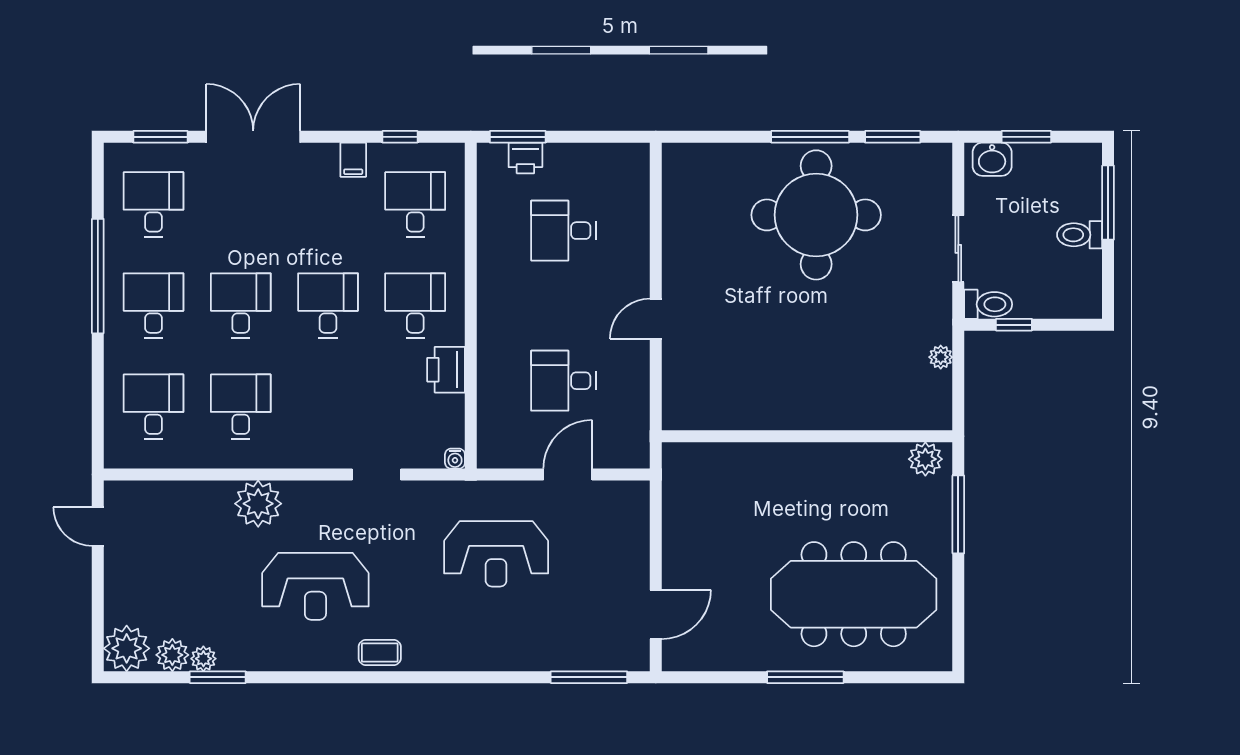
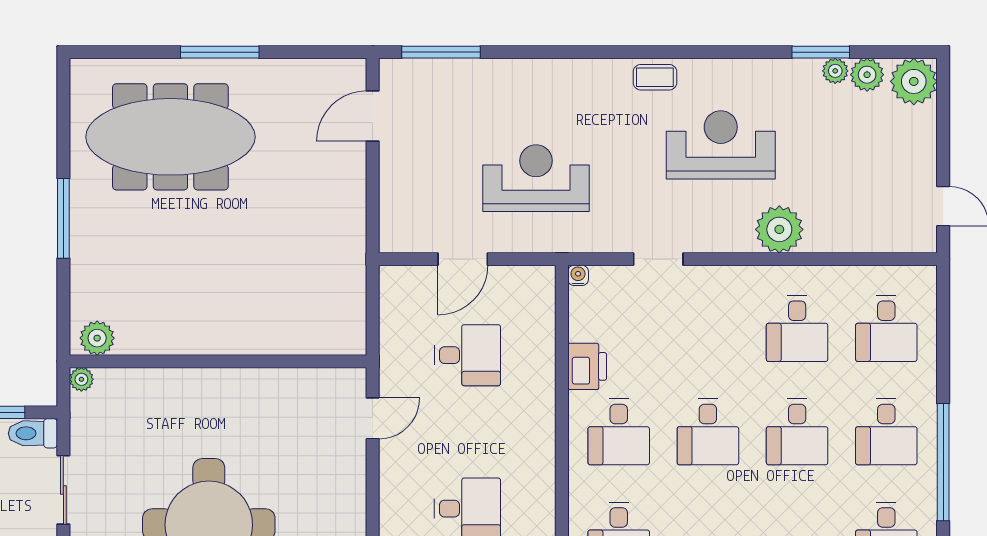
wall: (807, 436) -> (218, 361), moved
plant: (925, 459) -> (97, 338), moved

